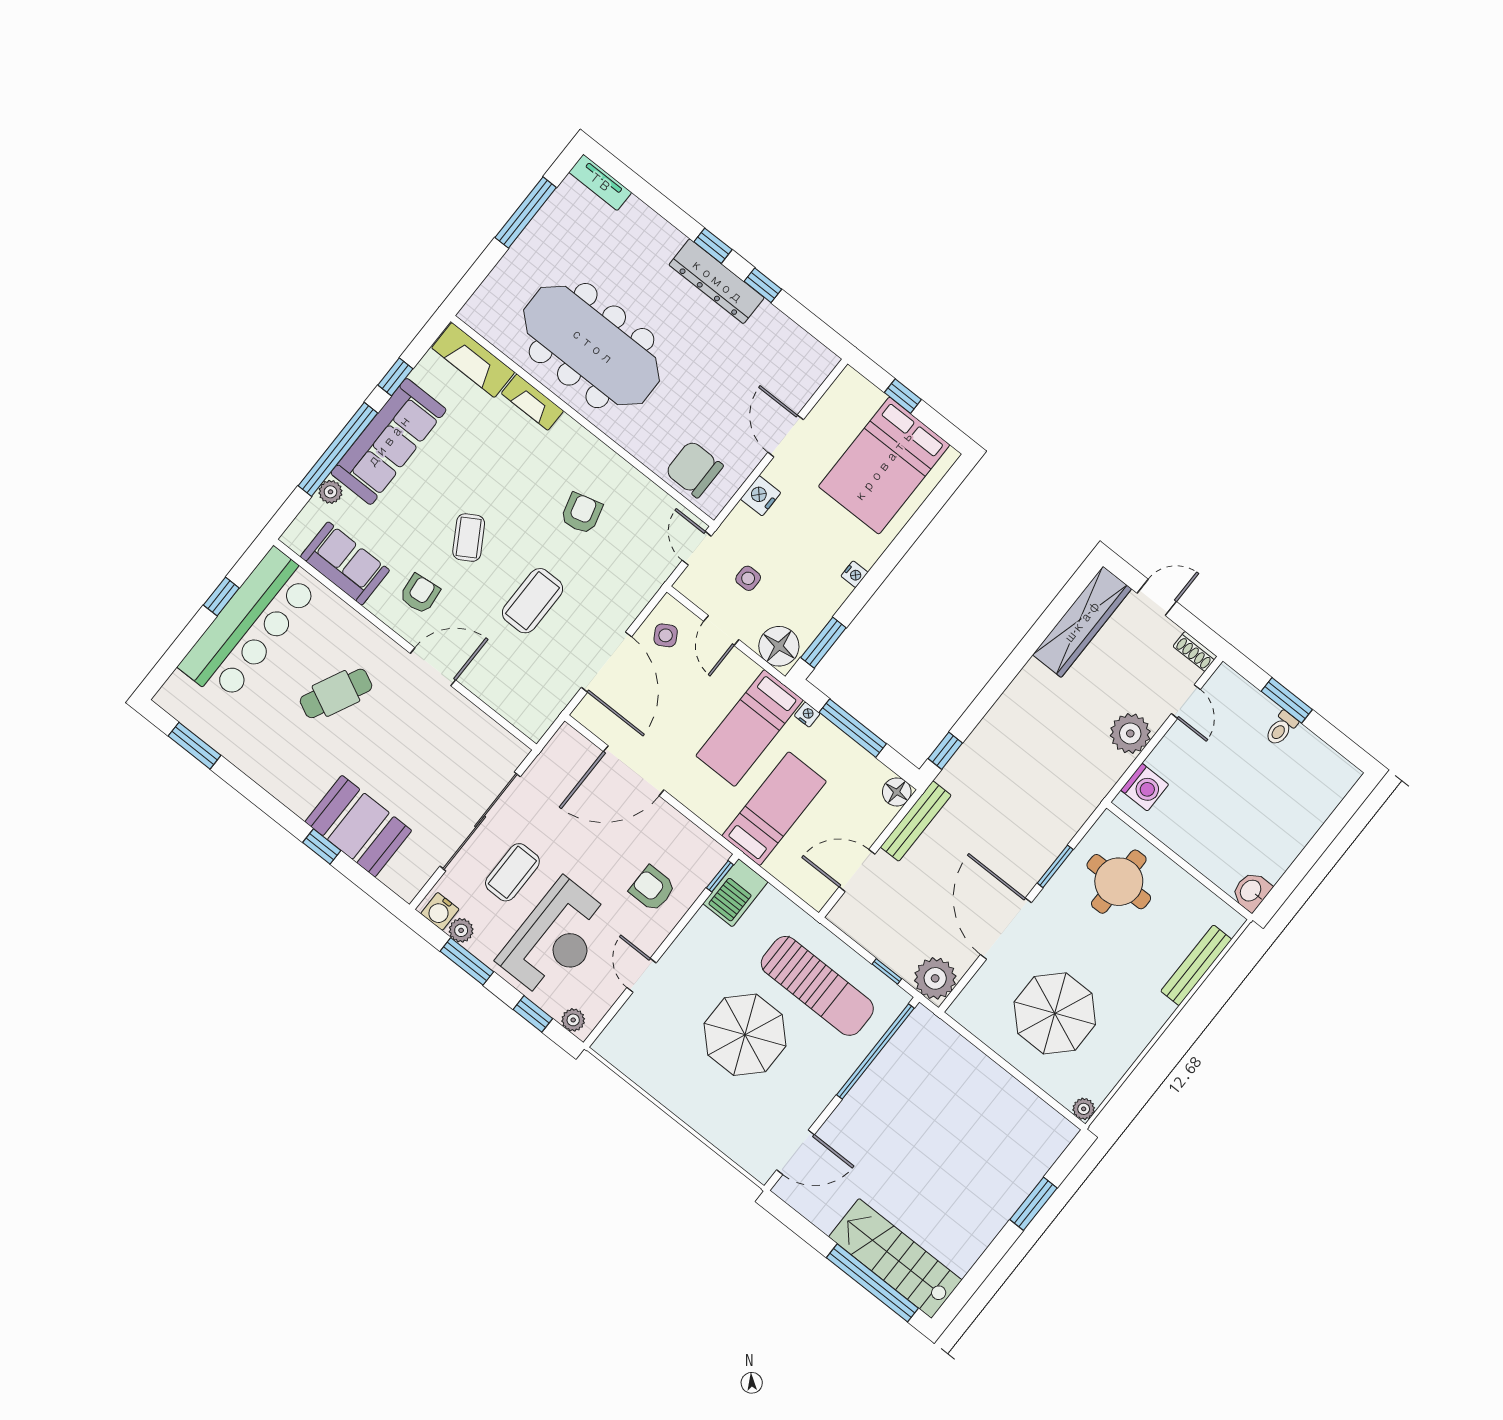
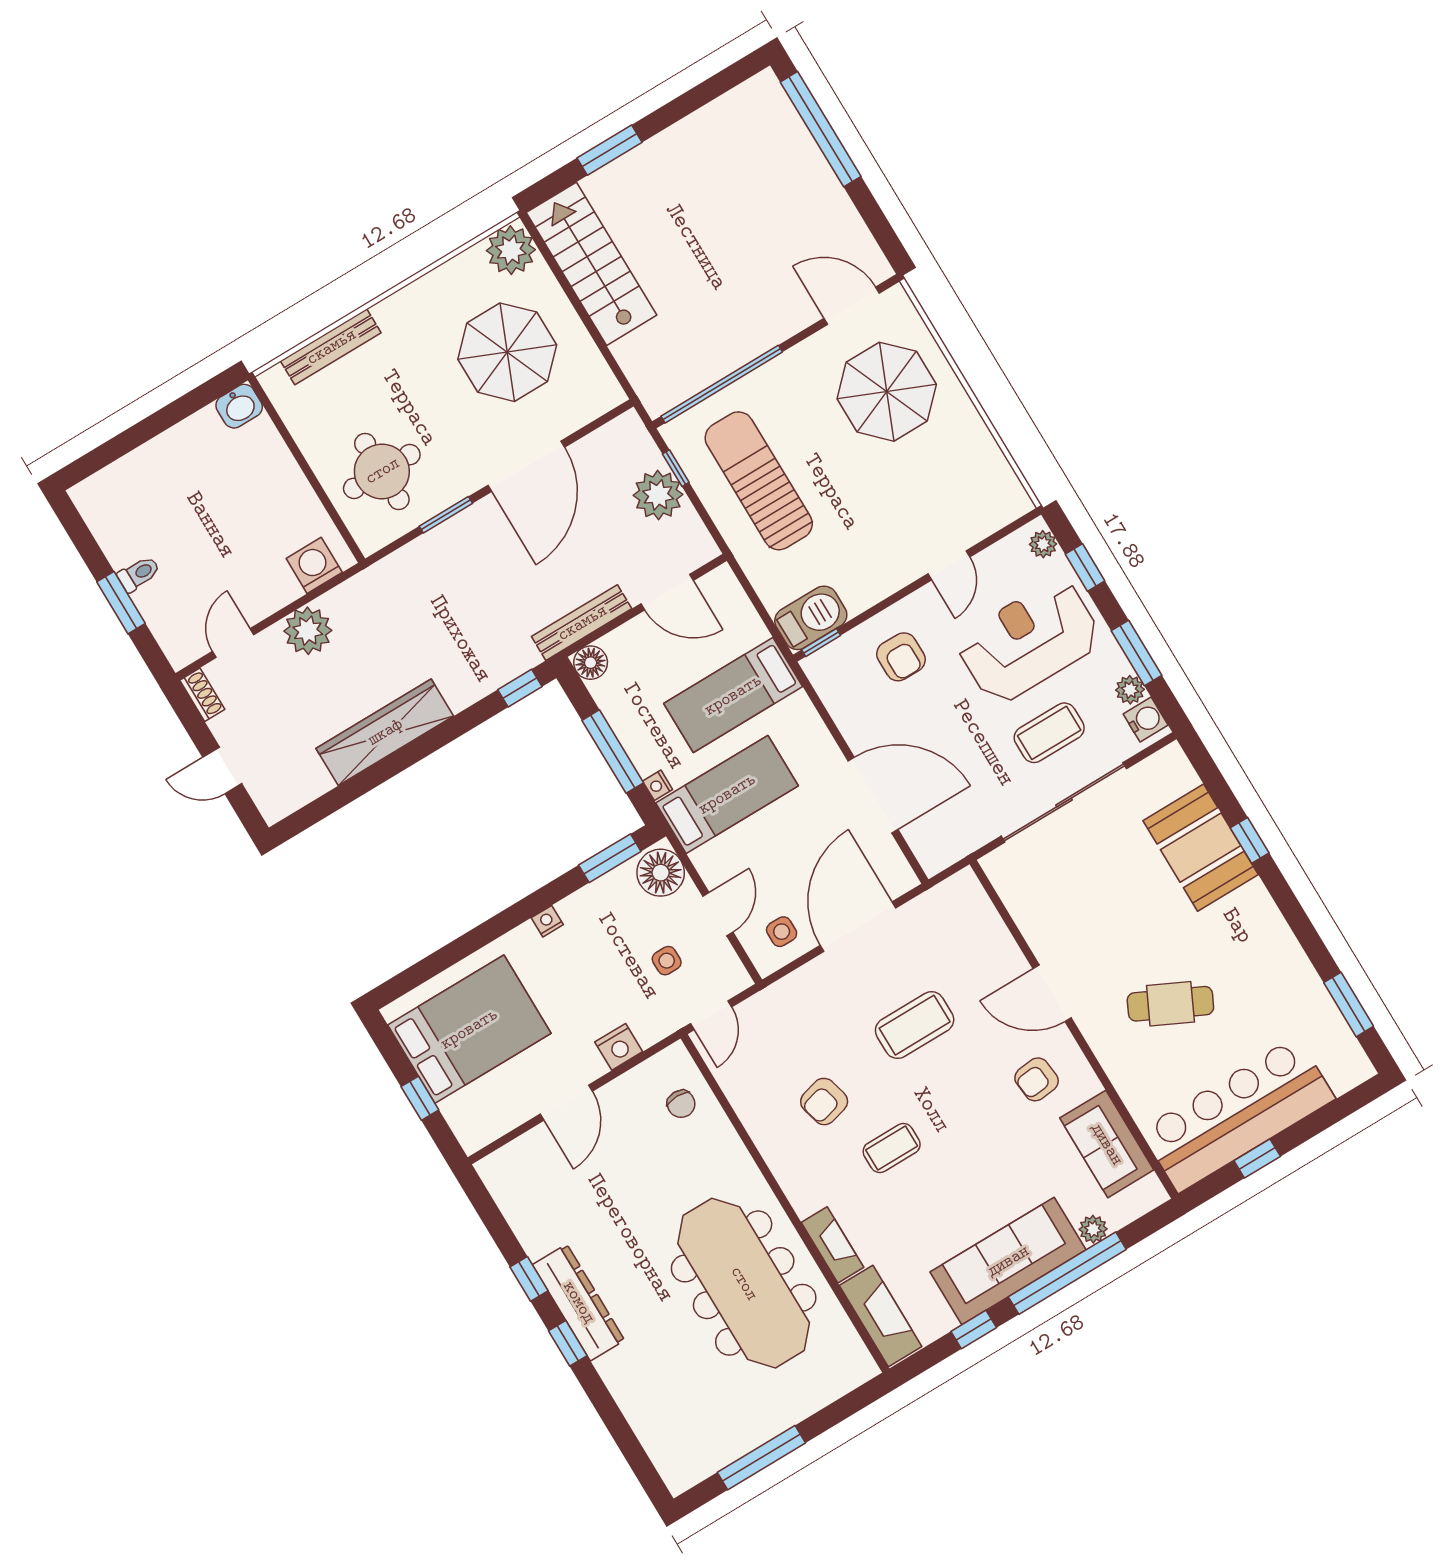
tv unit: (600, 182) -> (667, 1460), removed
chair: (694, 469) -> (681, 1104), width x0.54, depth x0.54
coffee table: (469, 538) -> (892, 1148), moved, turned 31
wardrobe: (1082, 622) -> (385, 732), moved
side table: (666, 635) -> (782, 932), turned 30
plant: (935, 978) -> (658, 495), moved
parasol: (745, 1035) -> (887, 392), moved
plant: (1084, 1109) -> (511, 250), width x1.88, depth x1.88
stairs: (895, 1258) -> (591, 264), moved, turned 180

